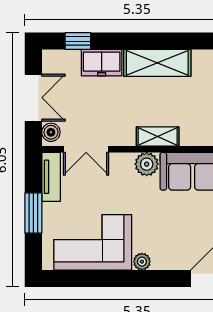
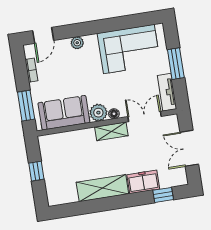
boiler: (51, 132) -> (172, 125), removed
shelving: (158, 137) -> (111, 131), moved
floor lamp: (126, 159) -> (114, 114), added
plant: (142, 262) -> (77, 43), moved

